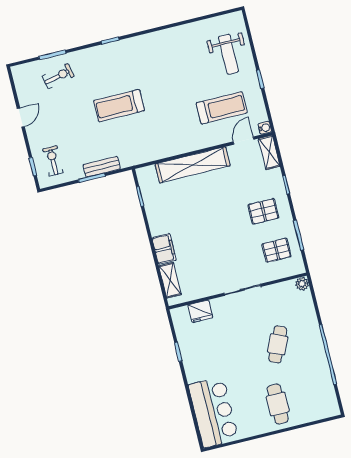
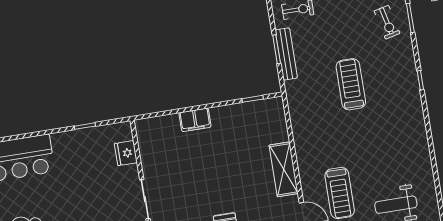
shelving: (193, 165) -> (284, 169), width x0.68
bench: (102, 167) -> (286, 54), width x1.36
shelving: (170, 280) -> (161, 123), removed

